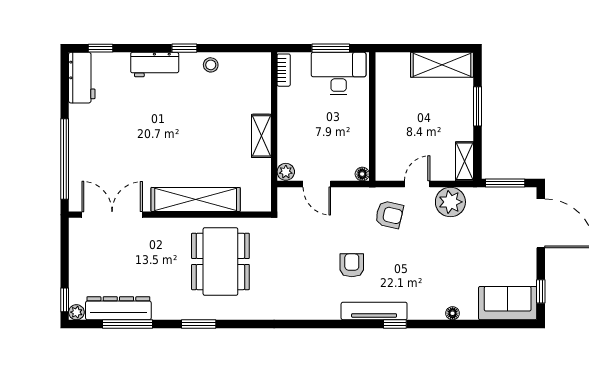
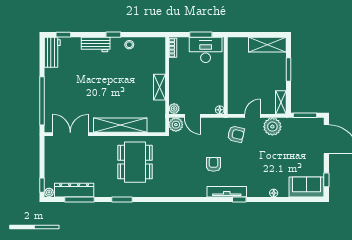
plant: (289, 199) -> (176, 125), added

